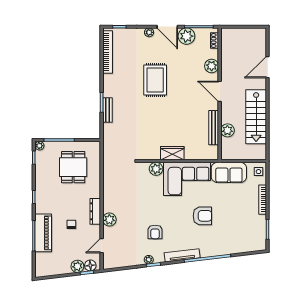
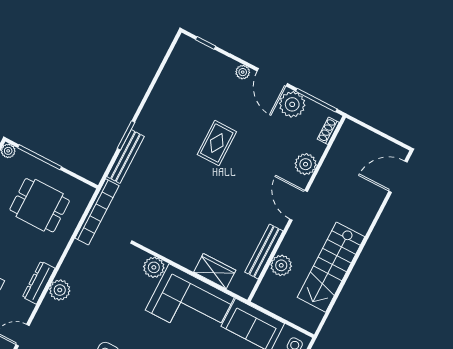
bookcase: (108, 52) -> (97, 212), moved
door: (268, 67) -> (398, 177), moved
rug: (155, 80) -> (217, 143), width x0.73, depth x0.70
bench: (107, 110) -> (126, 157), width x1.36
wardrobe: (172, 153) -> (215, 271), moved
dining table: (73, 167) -> (40, 205), turned 90
plant: (109, 220) -> (60, 290), moved

